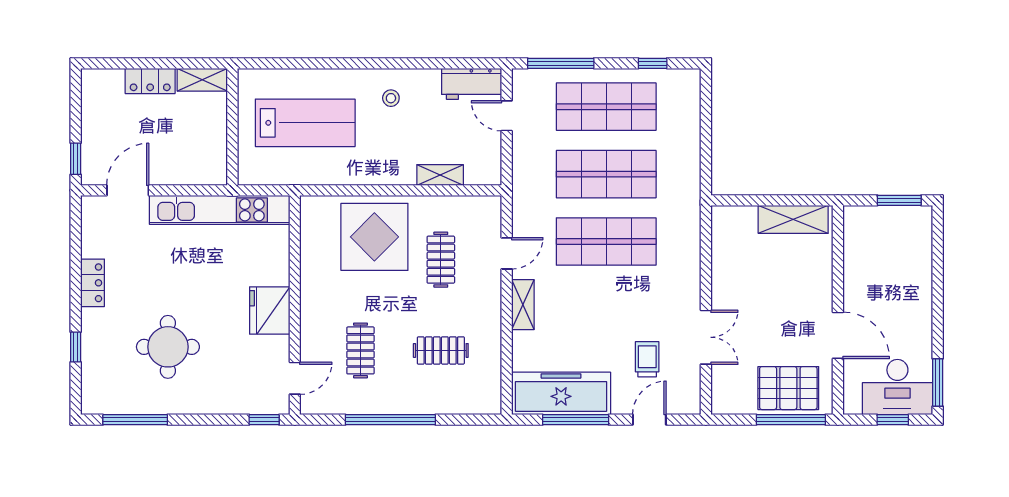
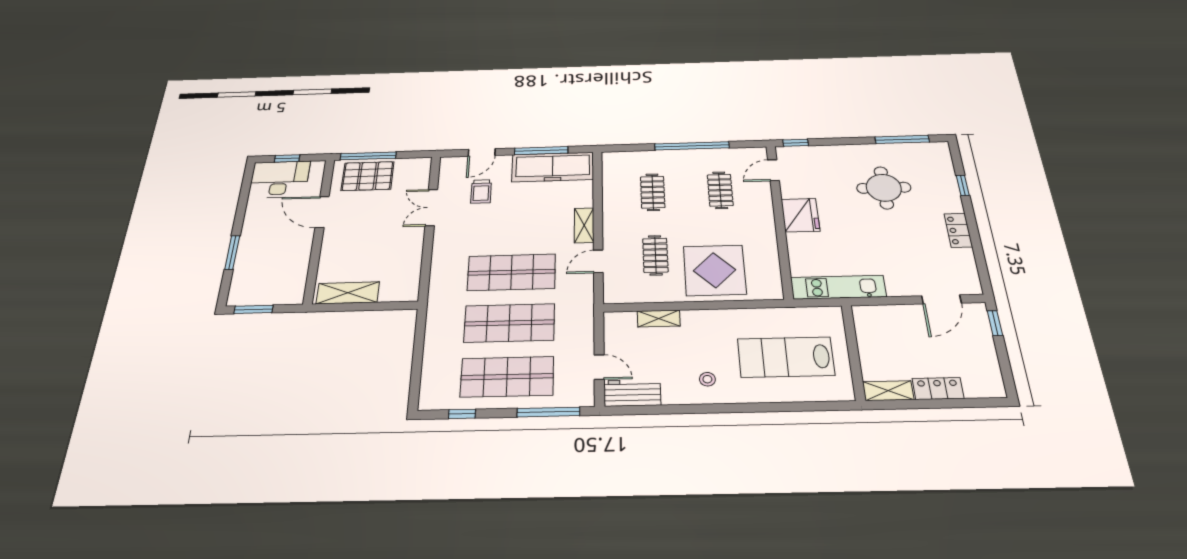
kitchen unit: (220, 210) -> (838, 287), width x0.73
clothes rail: (441, 350) -> (653, 192), turned 90
window: (938, 383) -> (232, 252), moved

